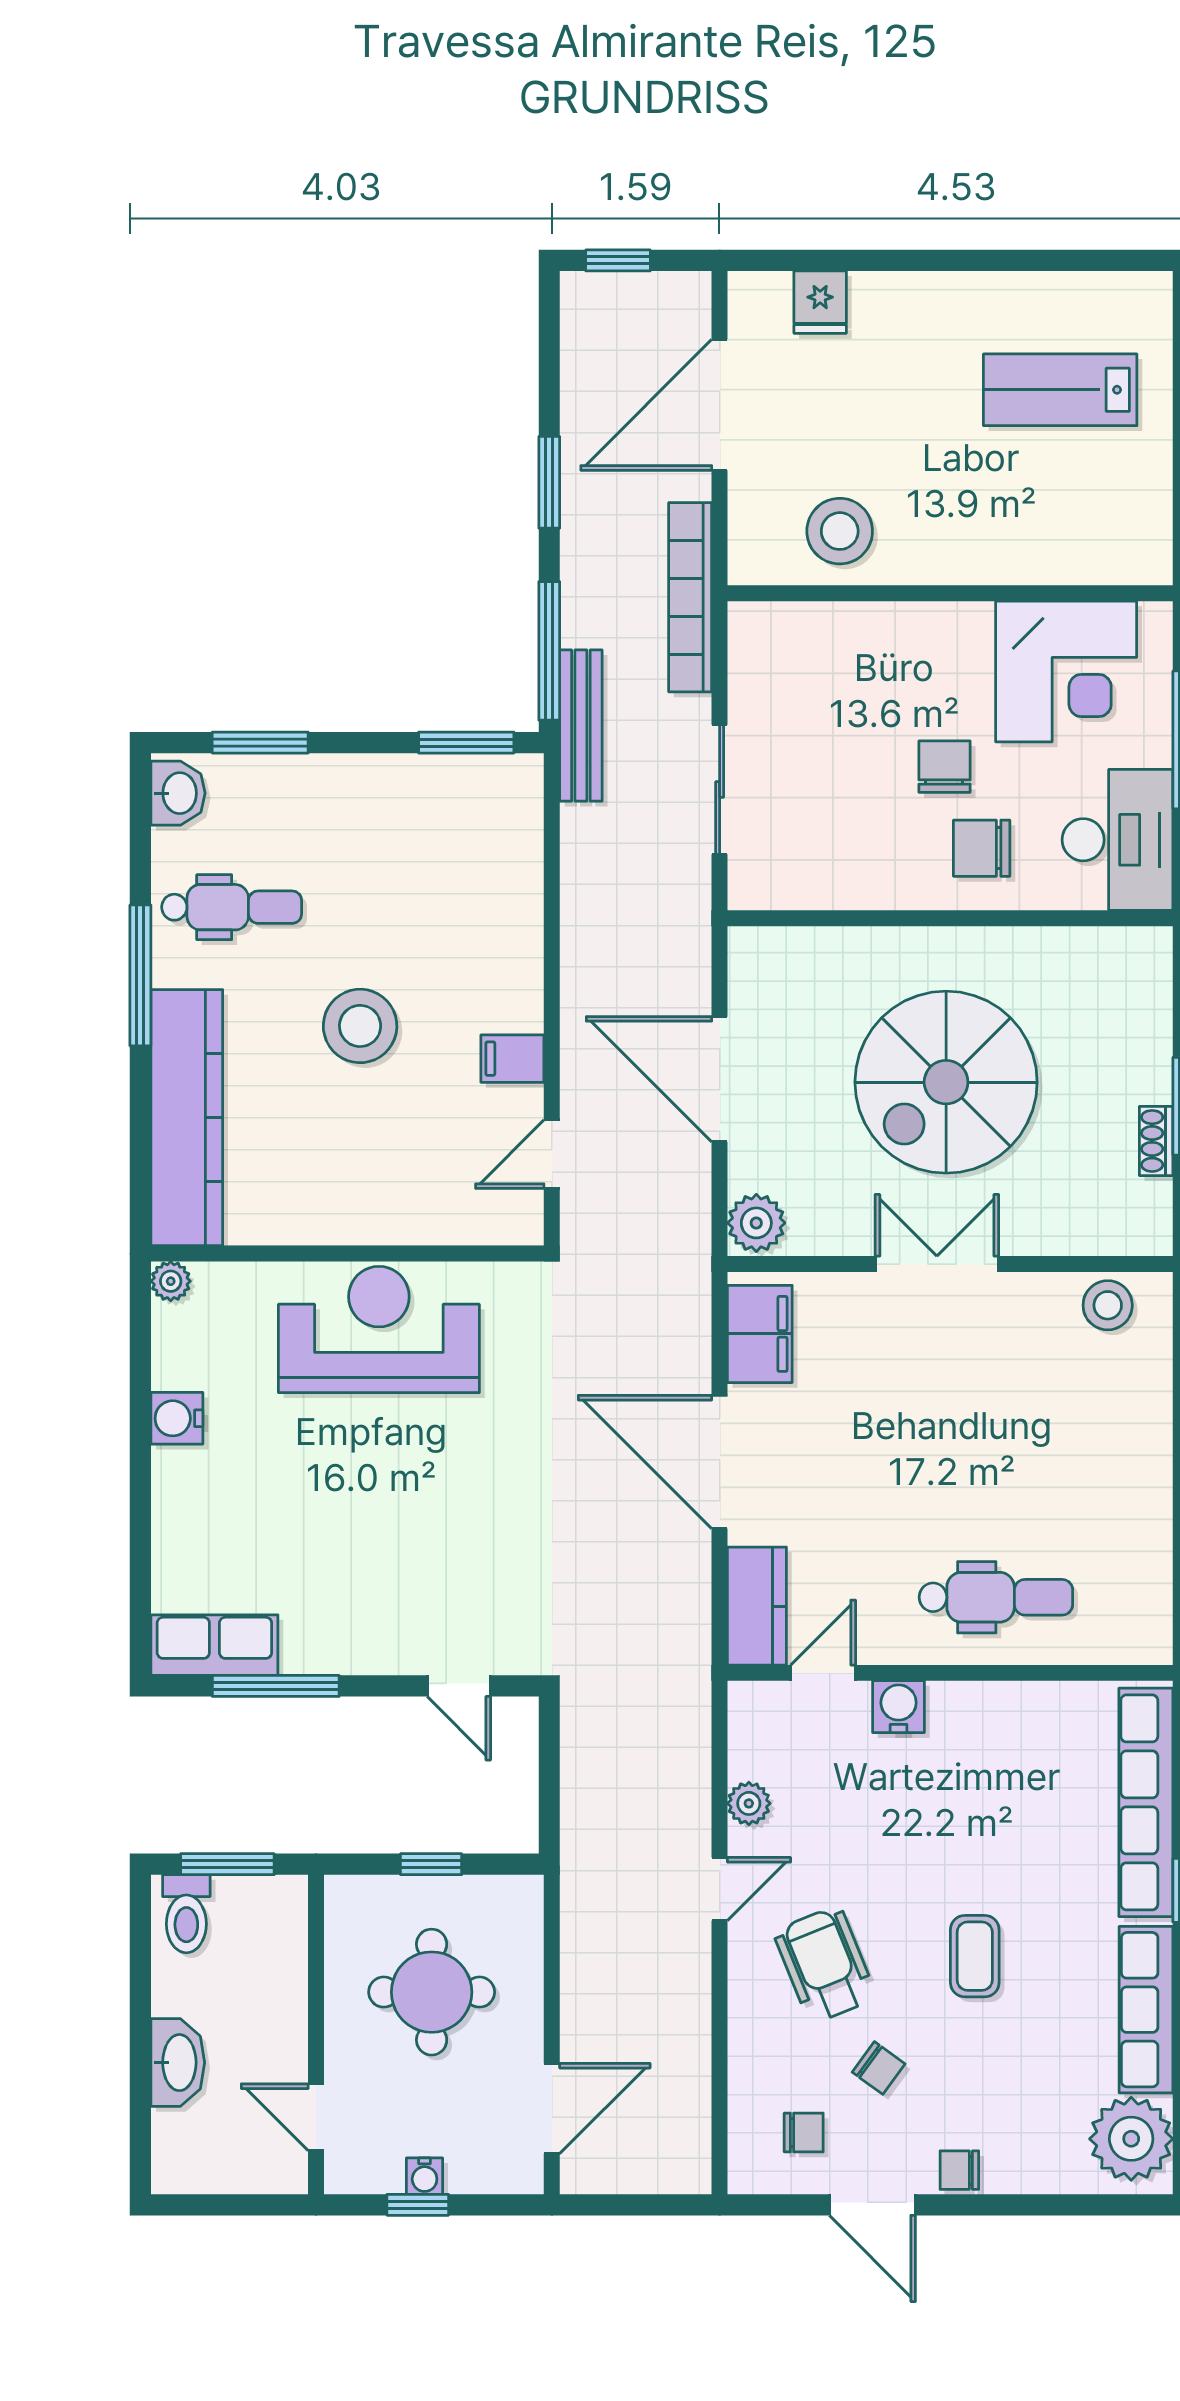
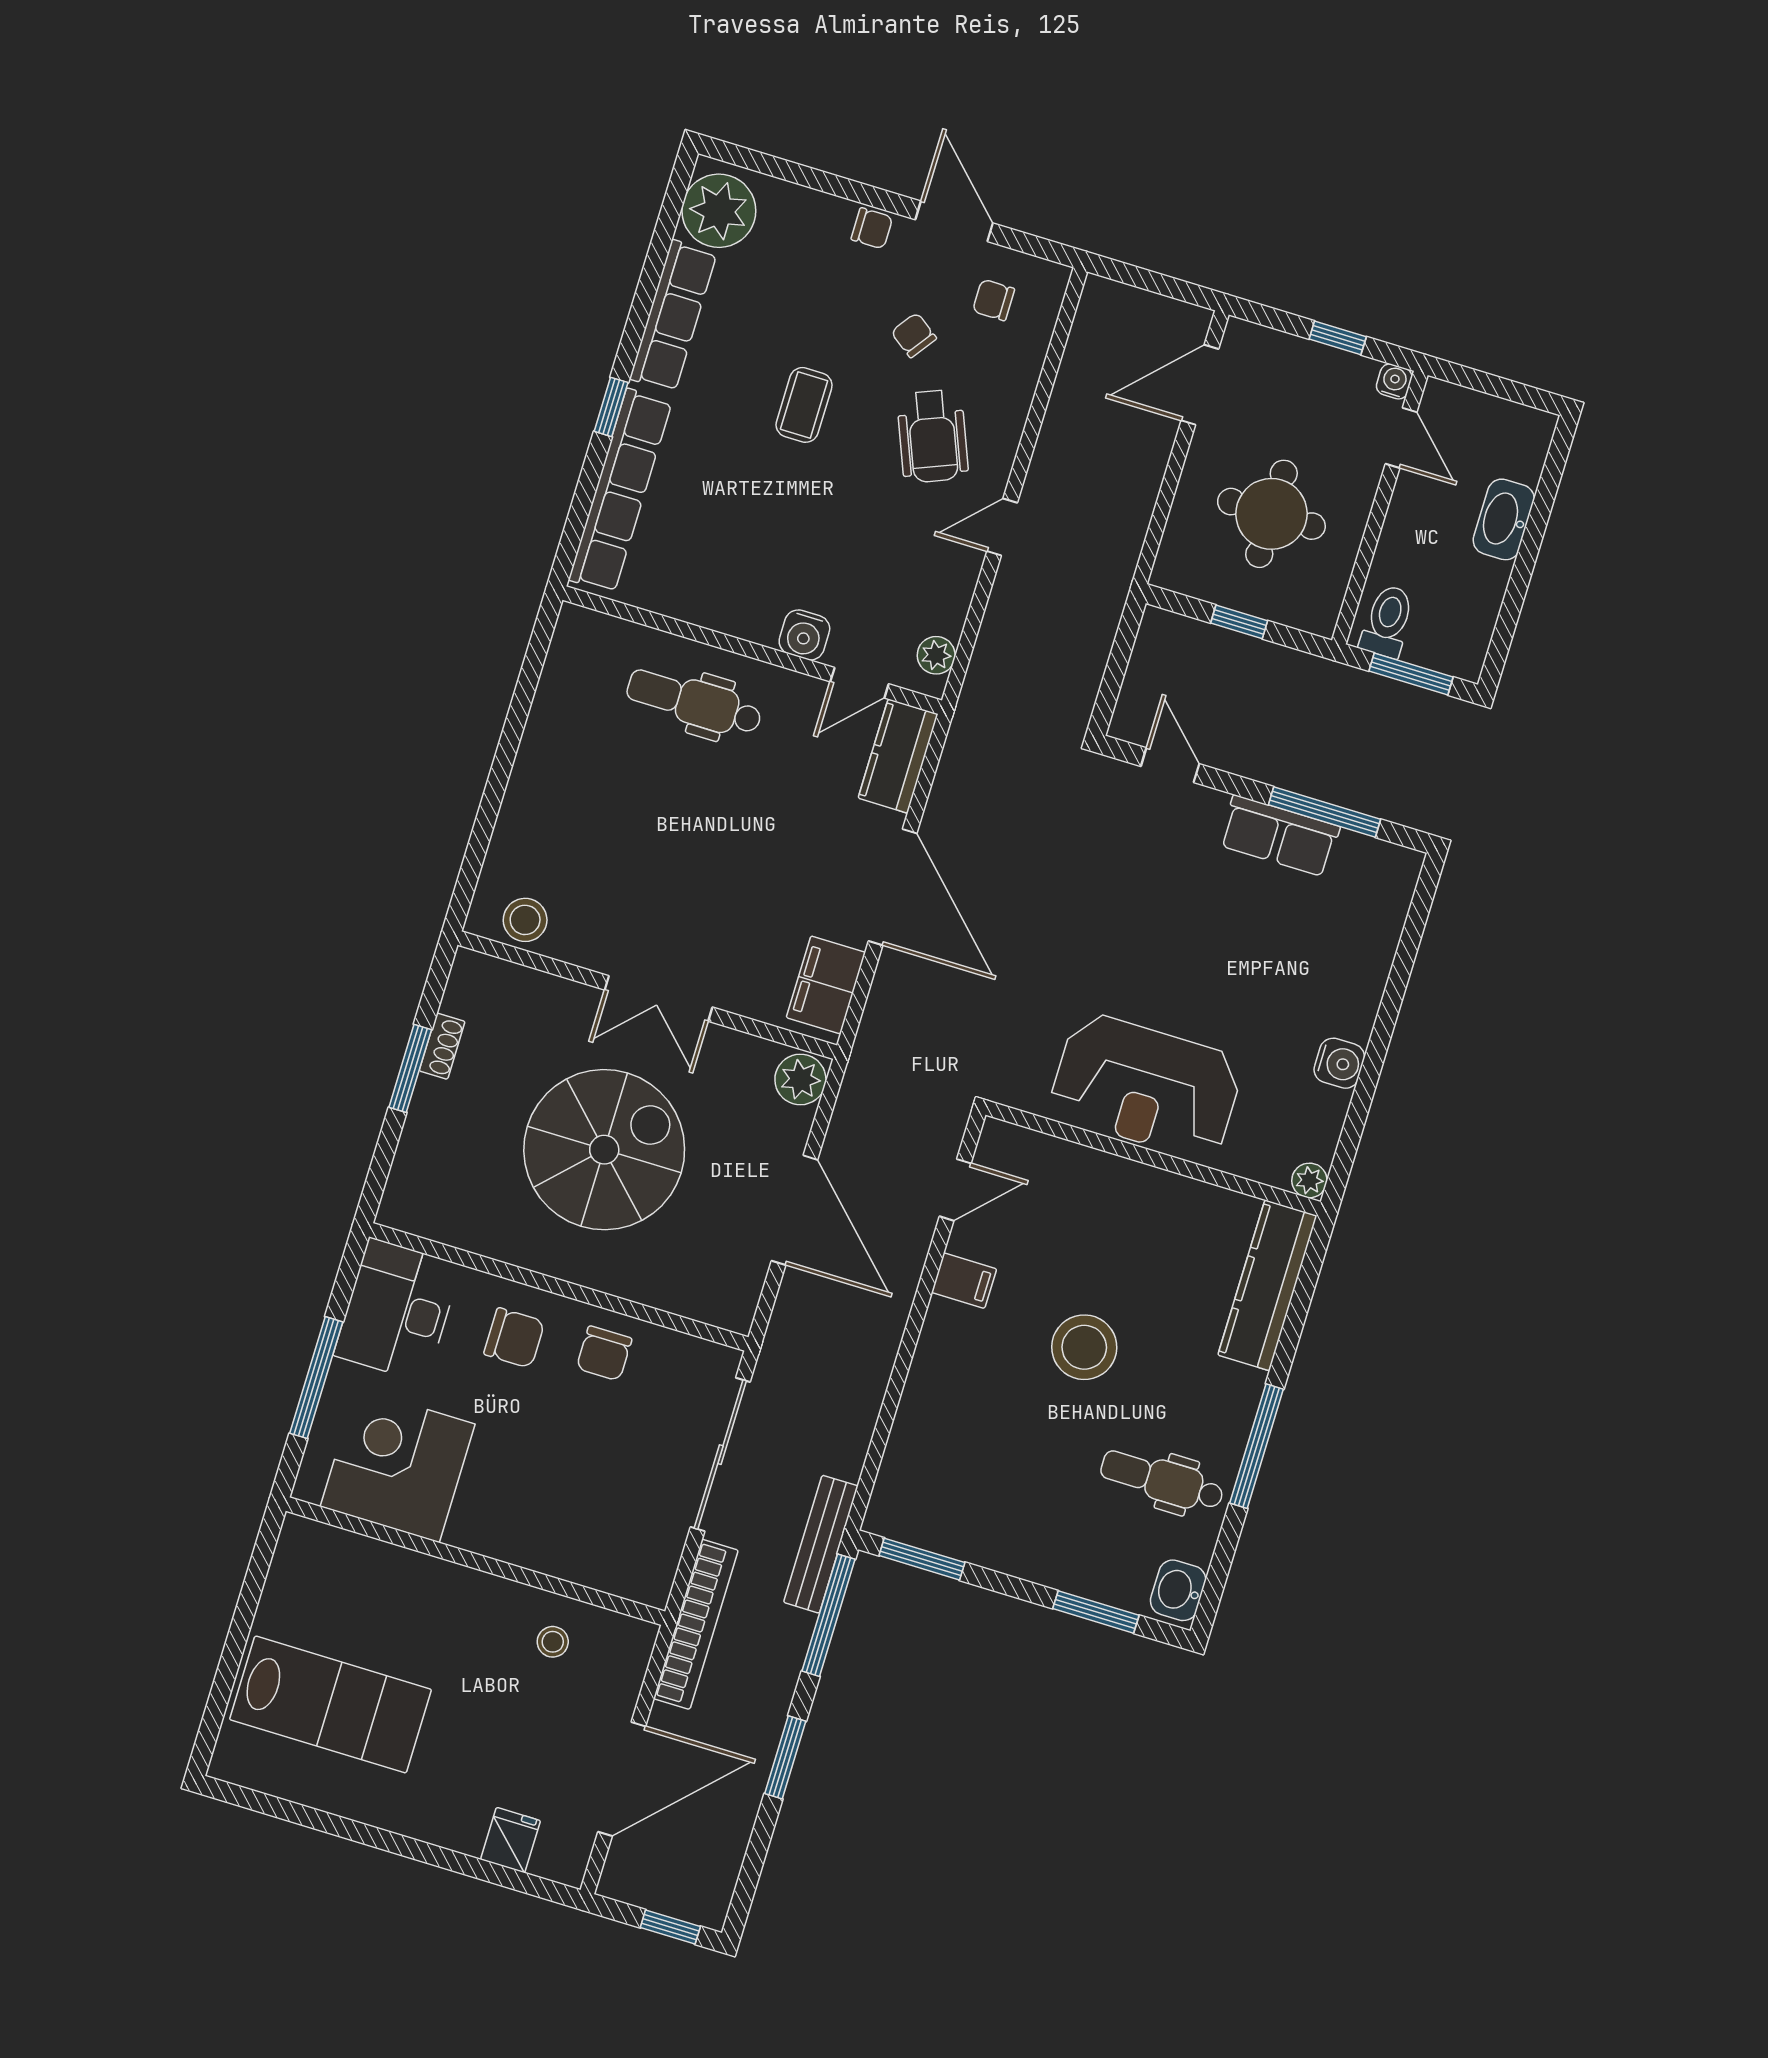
lab bench: (1060, 390) -> (330, 1704), width x1.36, depth x1.39
stool: (840, 531) -> (553, 1642), width x0.53, depth x0.53
chair: (944, 767) -> (604, 1353), moved
sliding door: (720, 789) -> (720, 1455), width x1.37
kitchen counter: (187, 1118) -> (1267, 1285), width x0.72, depth x0.86
row of seats: (214, 1645) -> (1279, 836), moved
plant: (749, 1803) -> (936, 655), moved
toilet: (186, 1914) -> (1387, 621), moved
water cooler: (425, 2176) -> (1394, 381), moved

